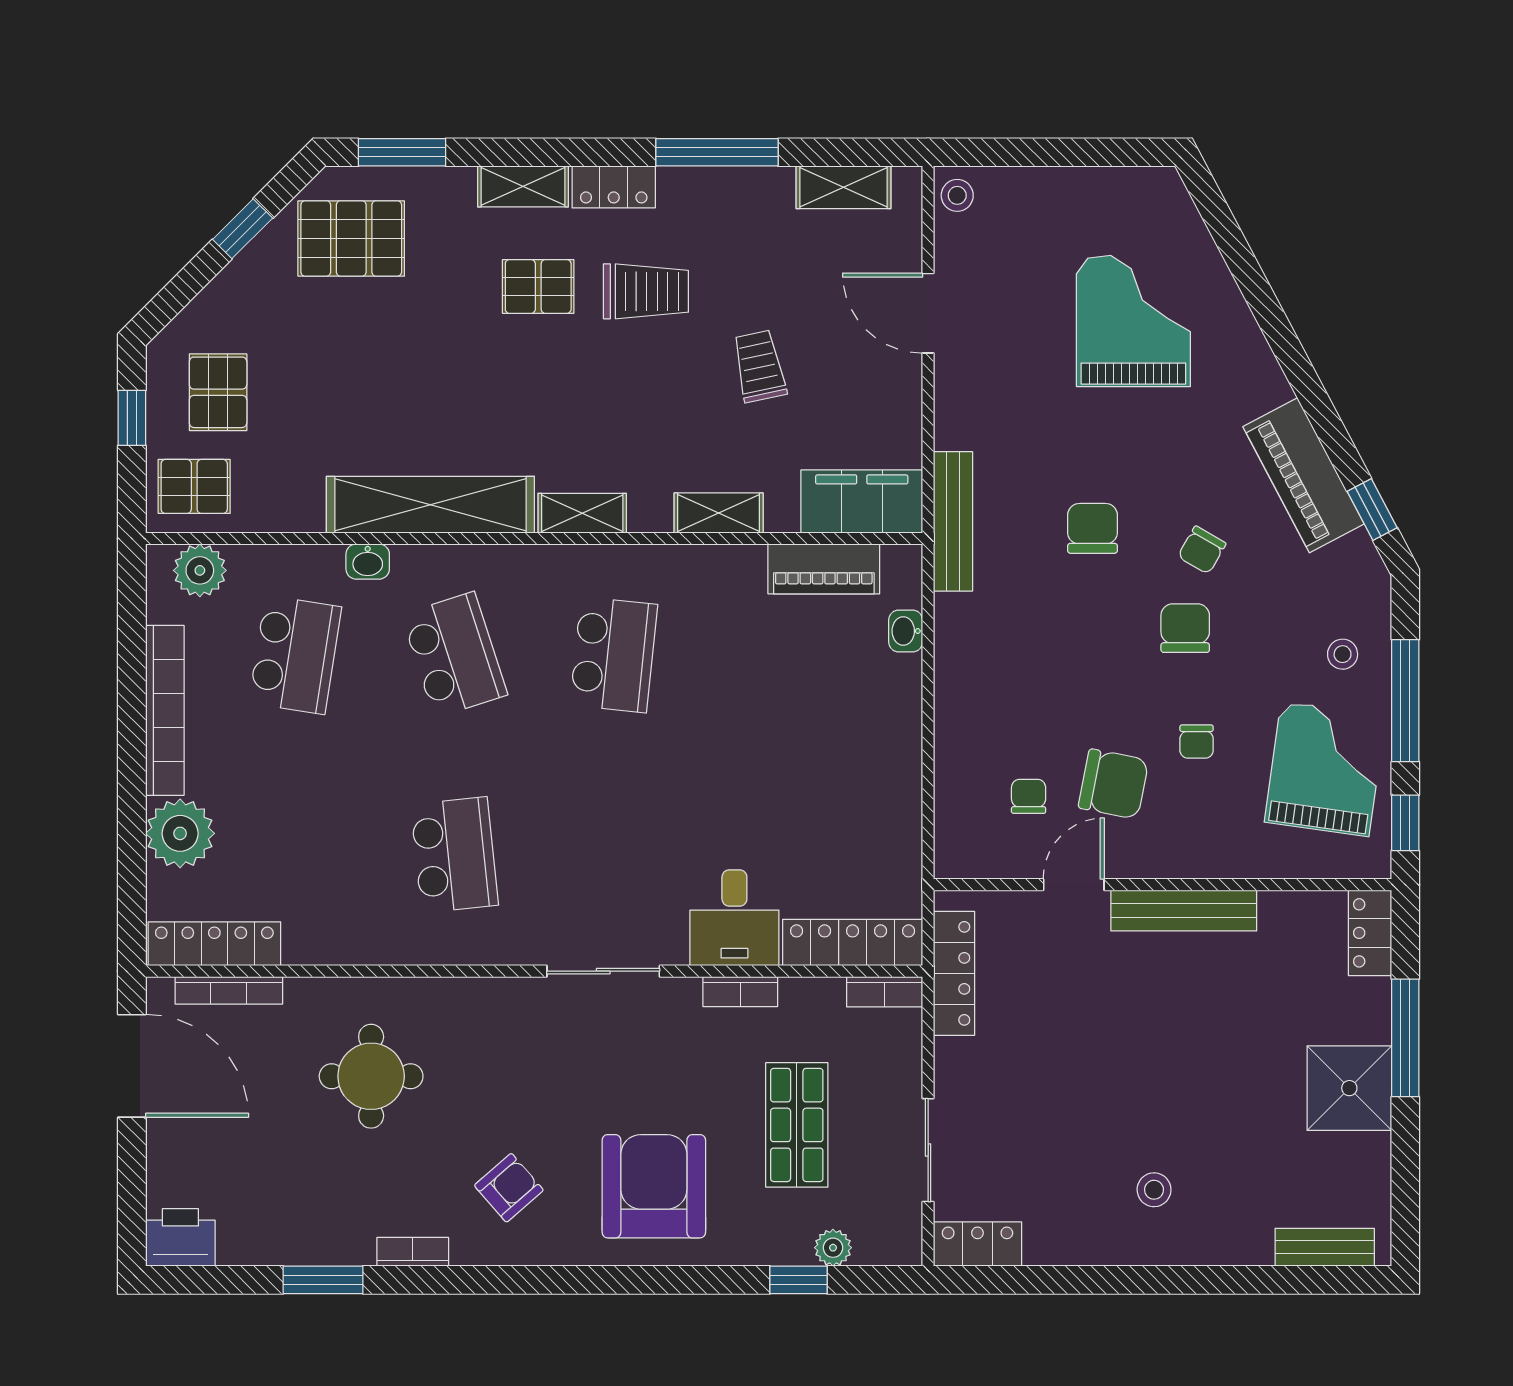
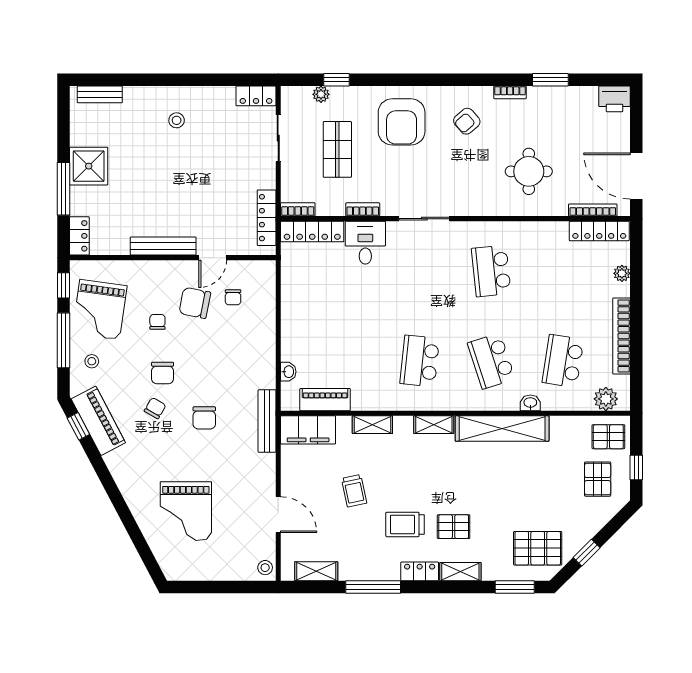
piano: (1303, 475) -> (98, 421), moved
plant: (180, 833) -> (622, 273), width x0.53, depth x0.53

